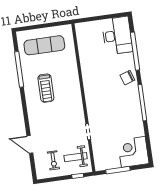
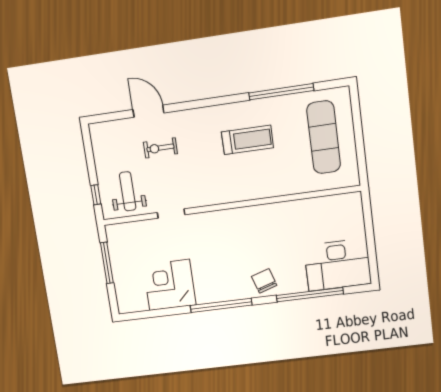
treadmill: (46, 88) -> (247, 140), turned 180
door: (30, 144) -> (148, 111), hinge flipped
corner desk: (133, 152) -> (170, 285), moved, turned -90
exercise bike: (53, 160) -> (160, 148), moved

